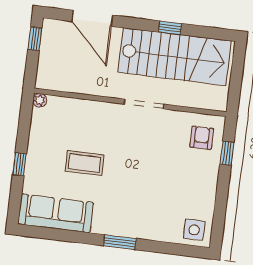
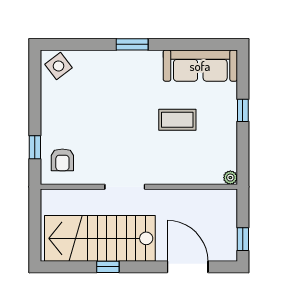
side table: (194, 230) -> (59, 66), turned -37

